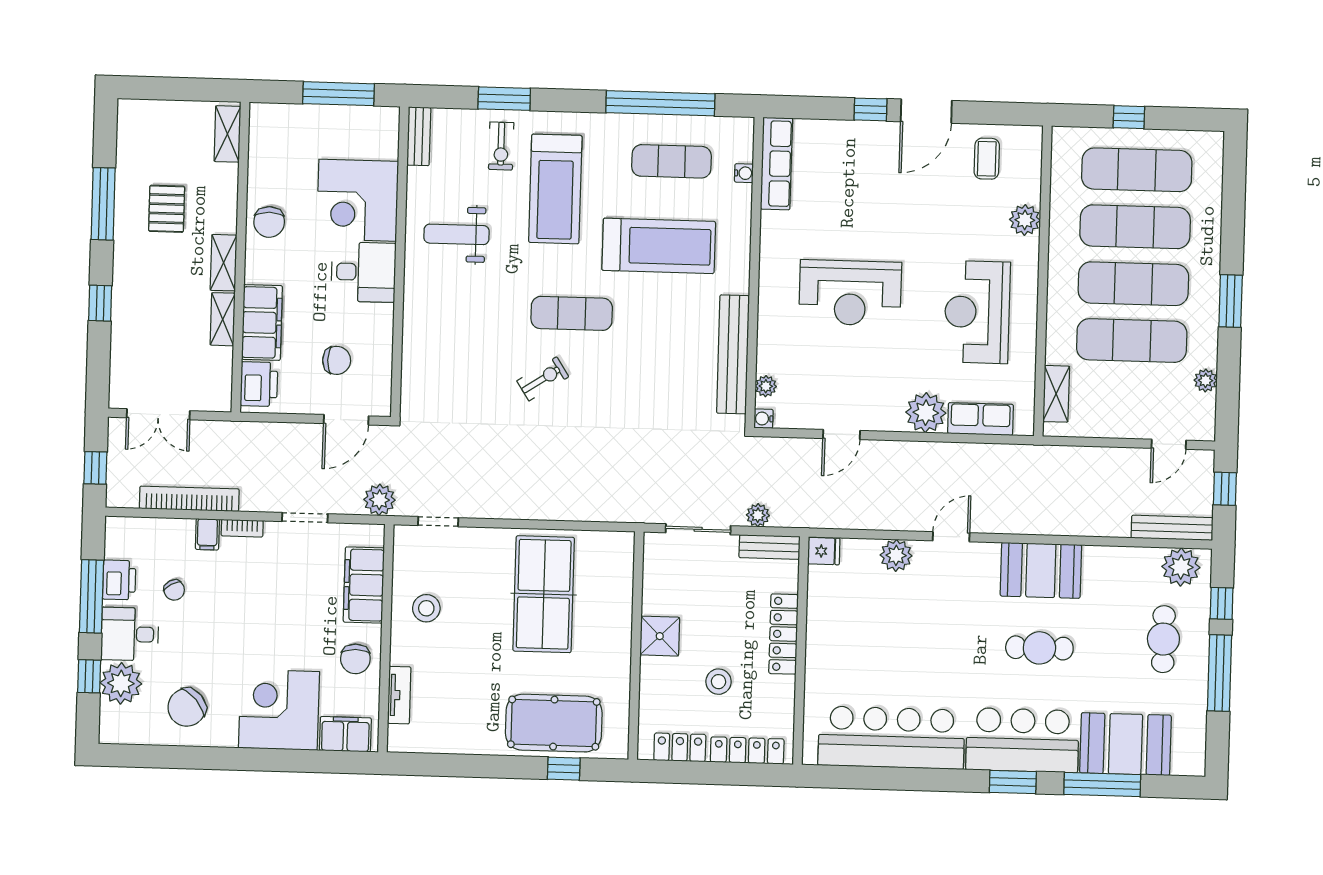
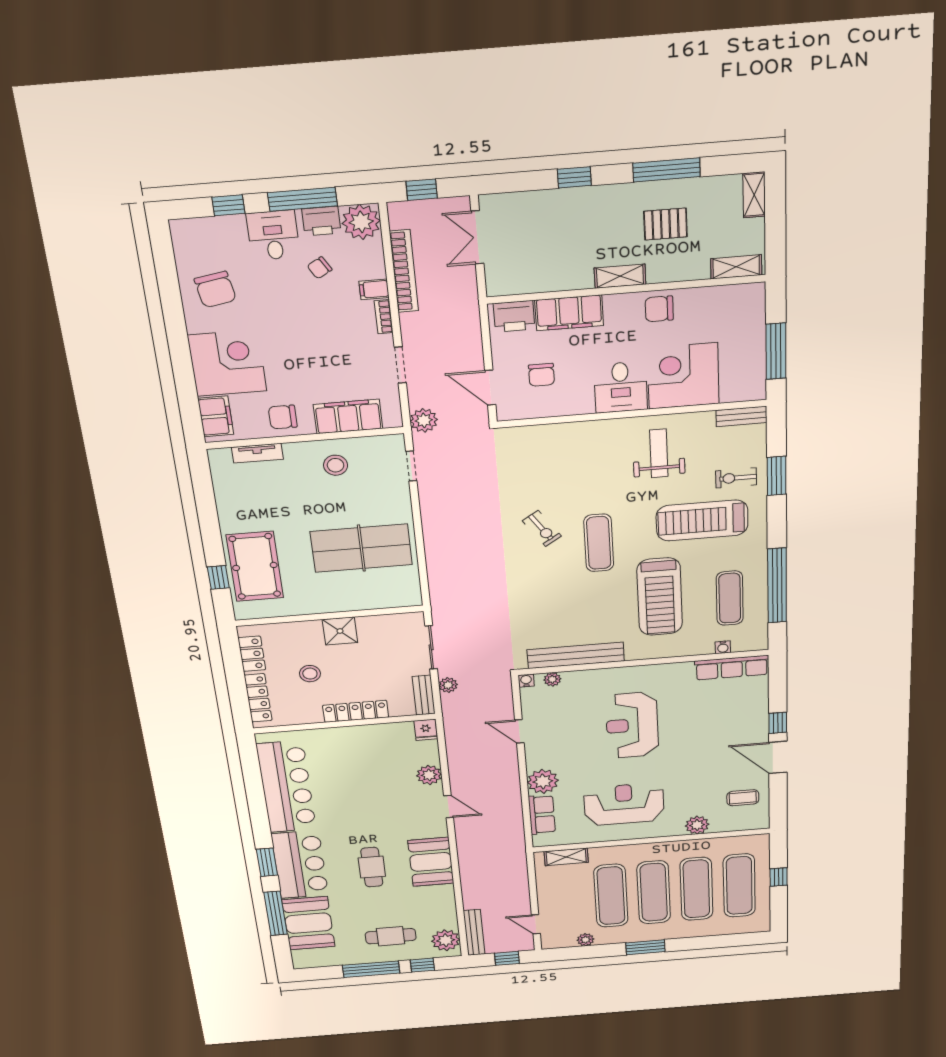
shelving: (223, 319) -> (754, 195), moved, turned 90
plant: (121, 683) -> (361, 222), moved
chair: (187, 707) -> (215, 289), turned -149

